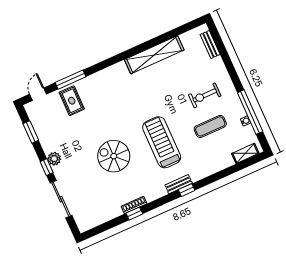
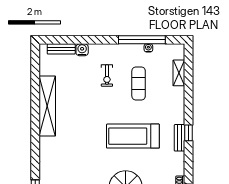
water cooler: (218, 63) -> (82, 50), added
exercise bike: (205, 95) -> (107, 76), width x0.73, depth x0.72
shelving: (245, 153) -> (179, 73), moved

